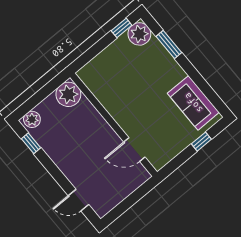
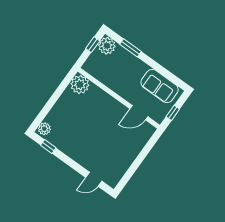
plant: (68, 94) -> (80, 85), moved
wall: (114, 125) -> (119, 98), moved
door: (134, 150) -> (139, 113), moved

